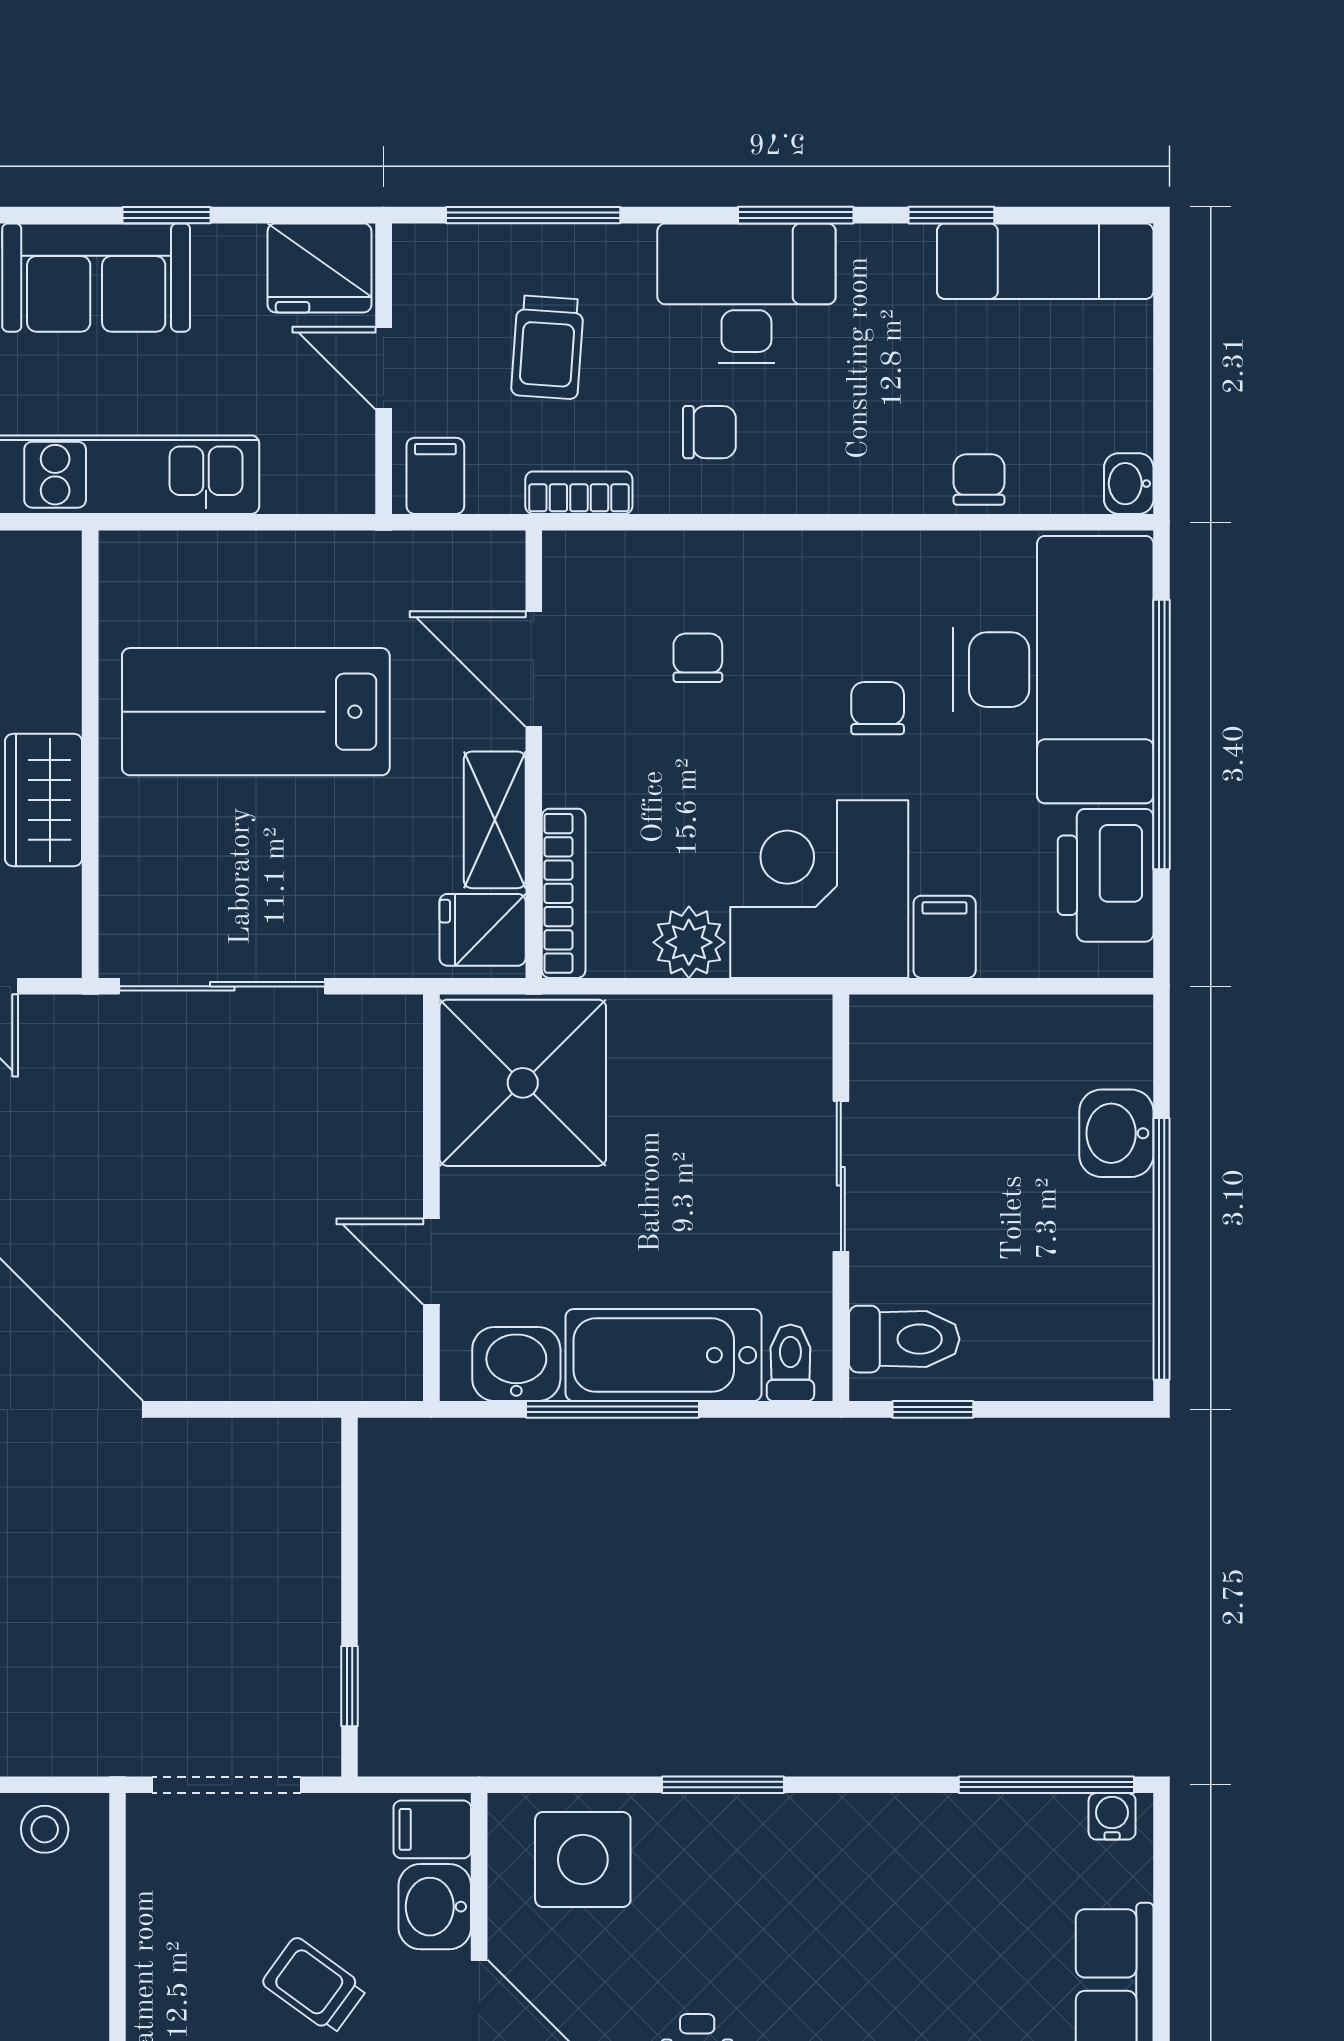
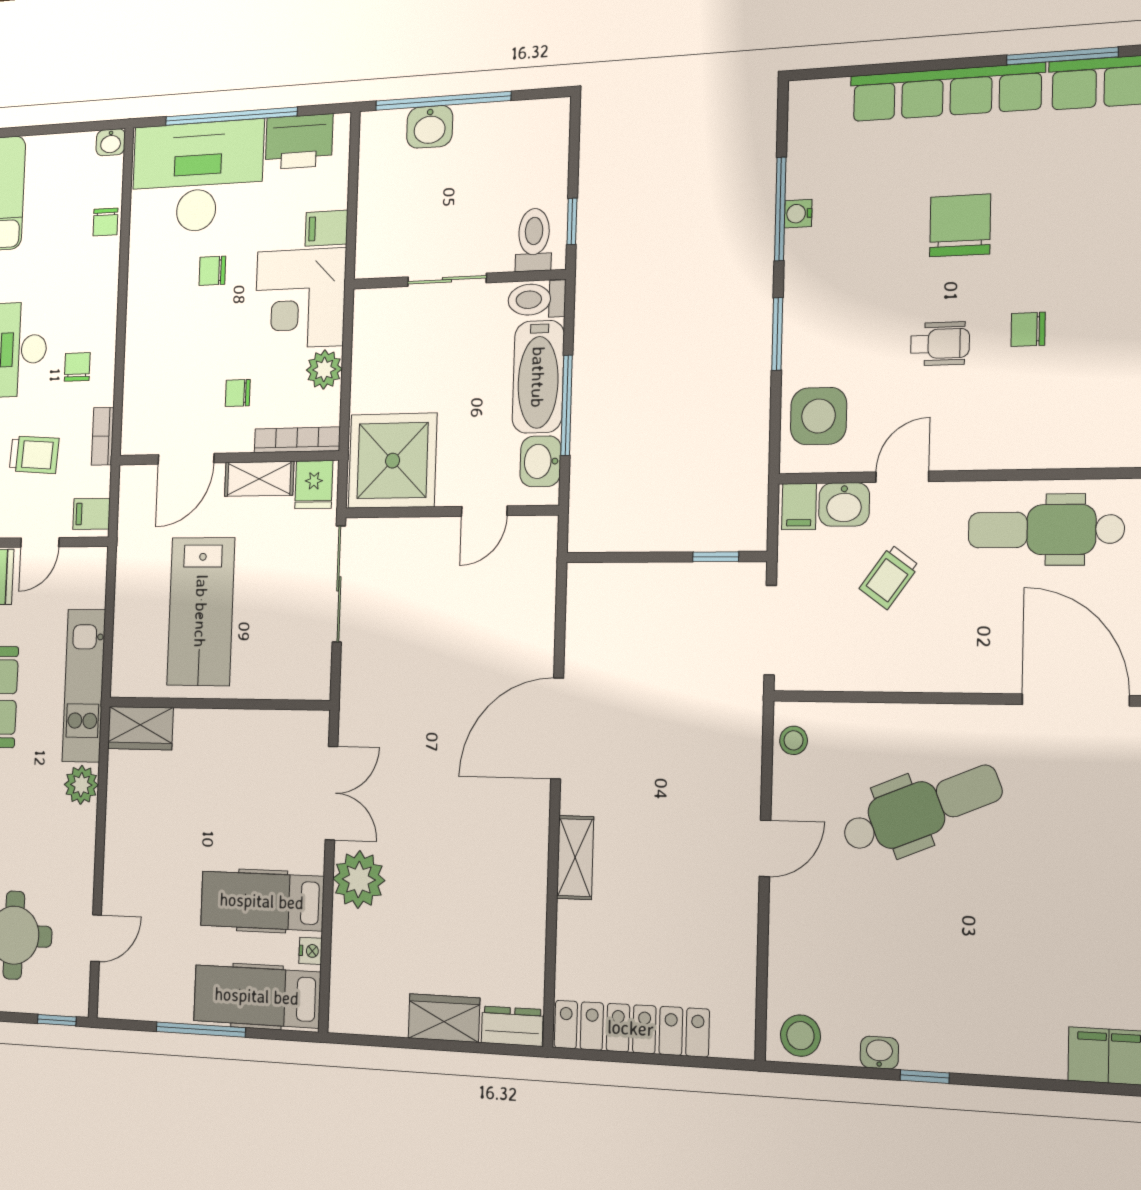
chair: (979, 480) -> (105, 222), turned -90
chair: (698, 658) -> (238, 393), moved
wardrobe: (44, 800) -> (140, 728), moved
sliding door: (222, 986) -> (339, 584), moved
window: (1162, 1249) -> (443, 101), moved
toilet: (790, 1363) -> (537, 299), width x1.37, depth x1.39
window: (1046, 1785) -> (780, 209), moved
water cooler: (1112, 1816) -> (798, 214), moved

